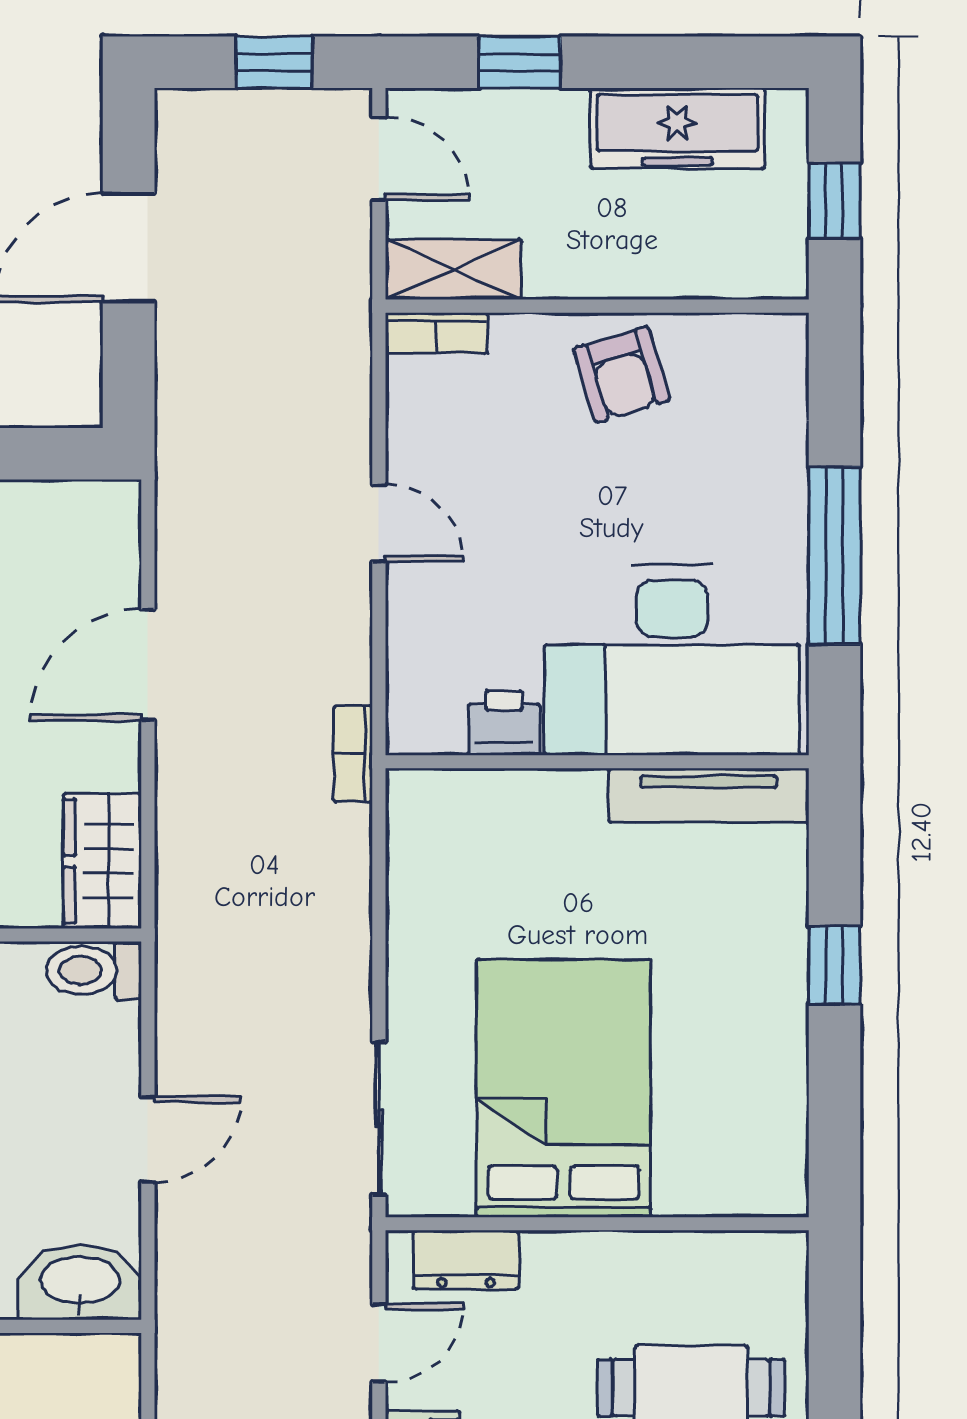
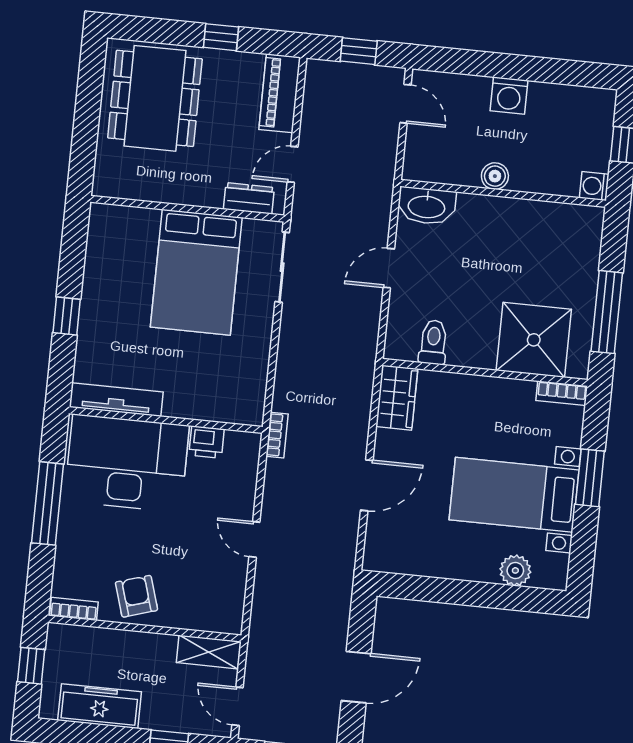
bookcase: (436, 333) -> (74, 609), moved
toilet: (94, 970) -> (433, 342), moved, turned -90

